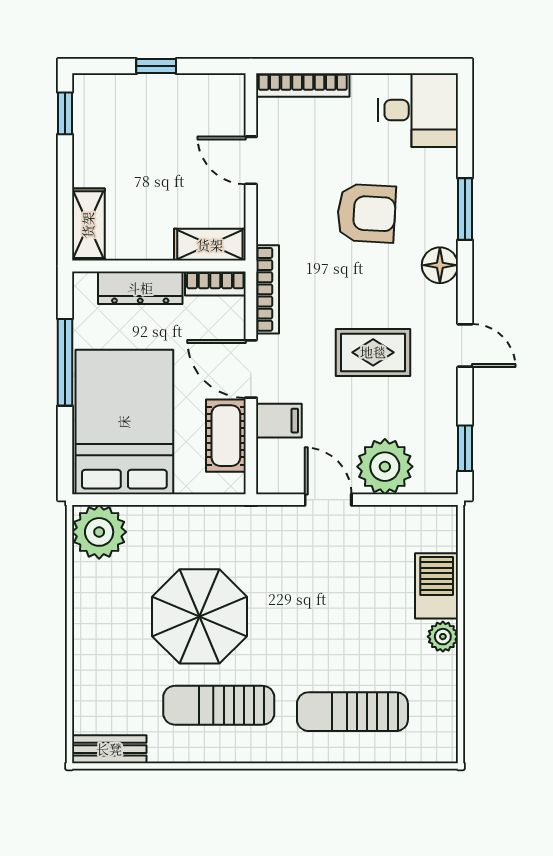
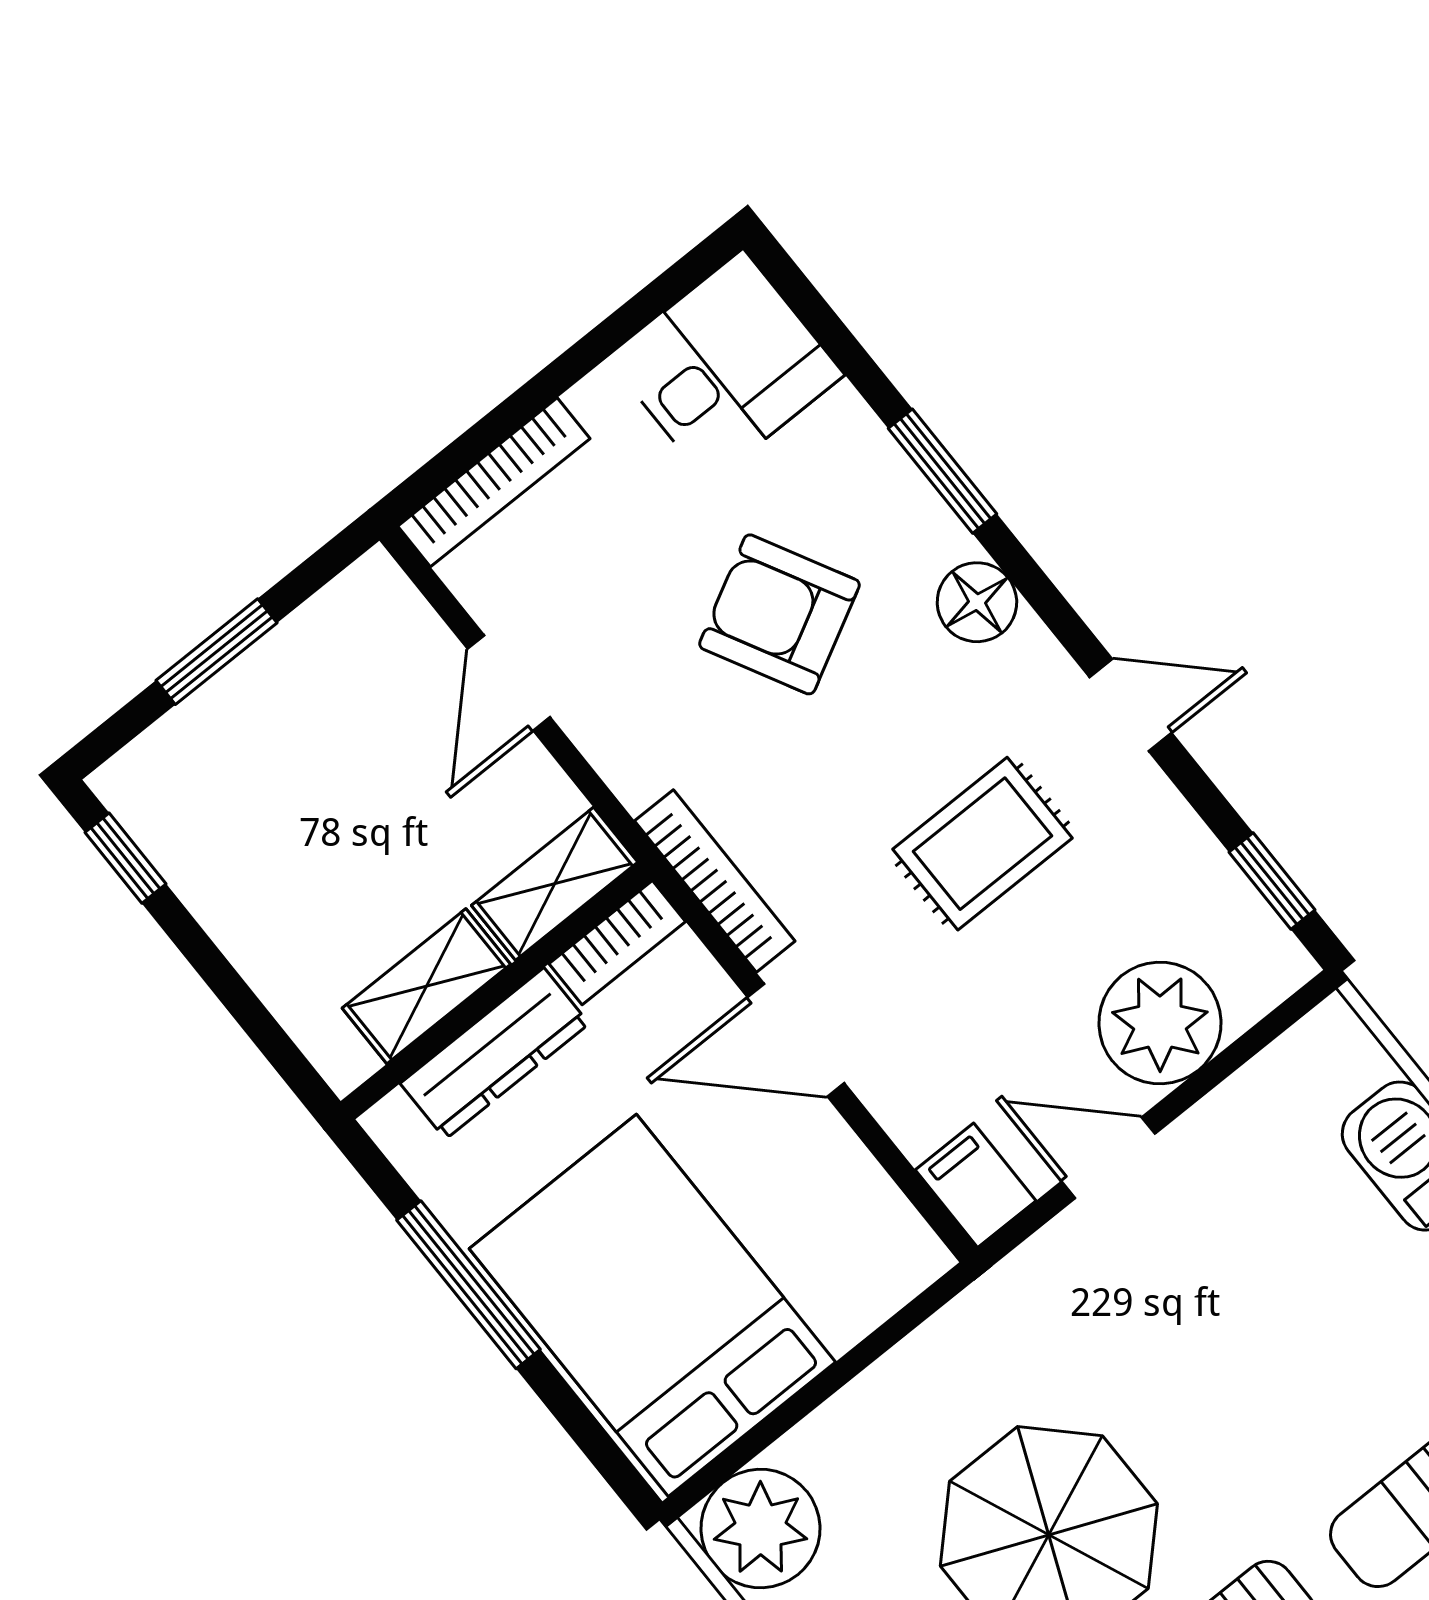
window: (156, 66) -> (217, 652), width x1.50
door: (251, 160) -> (509, 683), hinge flipped
armchair: (366, 213) -> (779, 614), turned -121
shelving: (88, 225) -> (426, 986), moved, turned 90
filing cabinet: (279, 421) -> (976, 1185), moved, turned -90
cot: (226, 436) -> (845, 1189), removed

